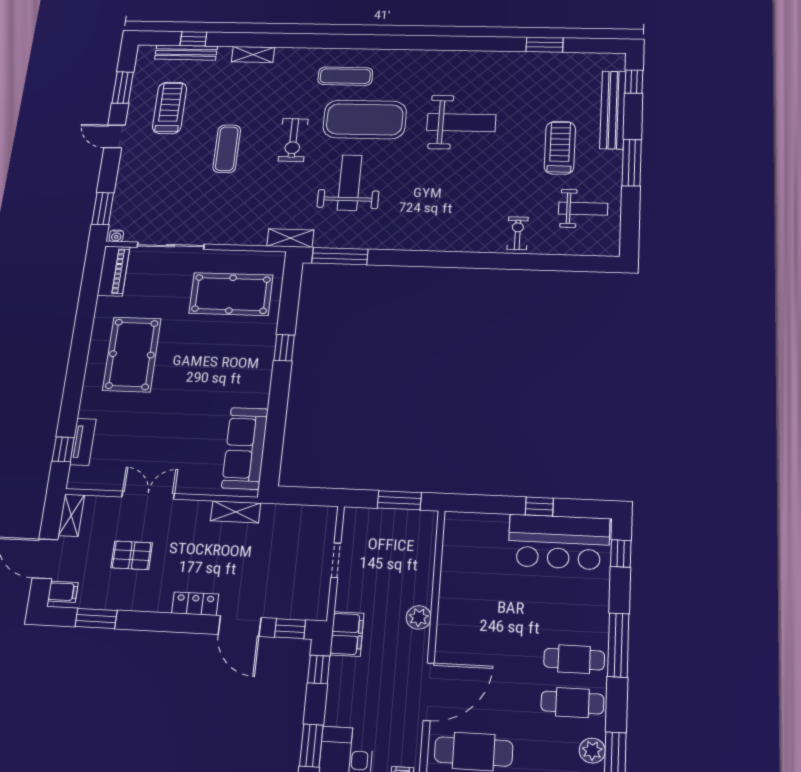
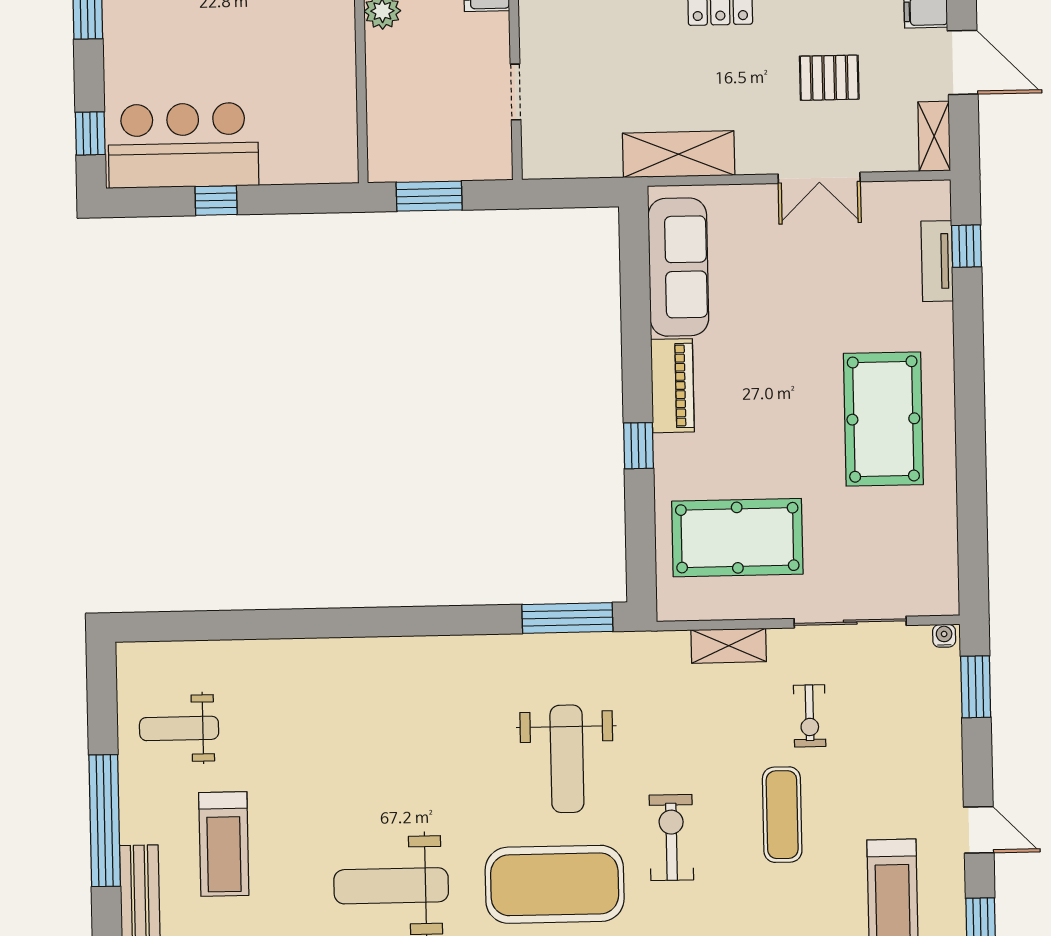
window: (632, 163) -> (105, 821), width x1.46
exercise bike: (518, 233) -> (810, 716), moved
shelving: (290, 238) -> (729, 646), moved
piano: (114, 271) -> (672, 386), moved, turned 180
shelving: (236, 512) -> (679, 154), width x1.50, depth x1.33

